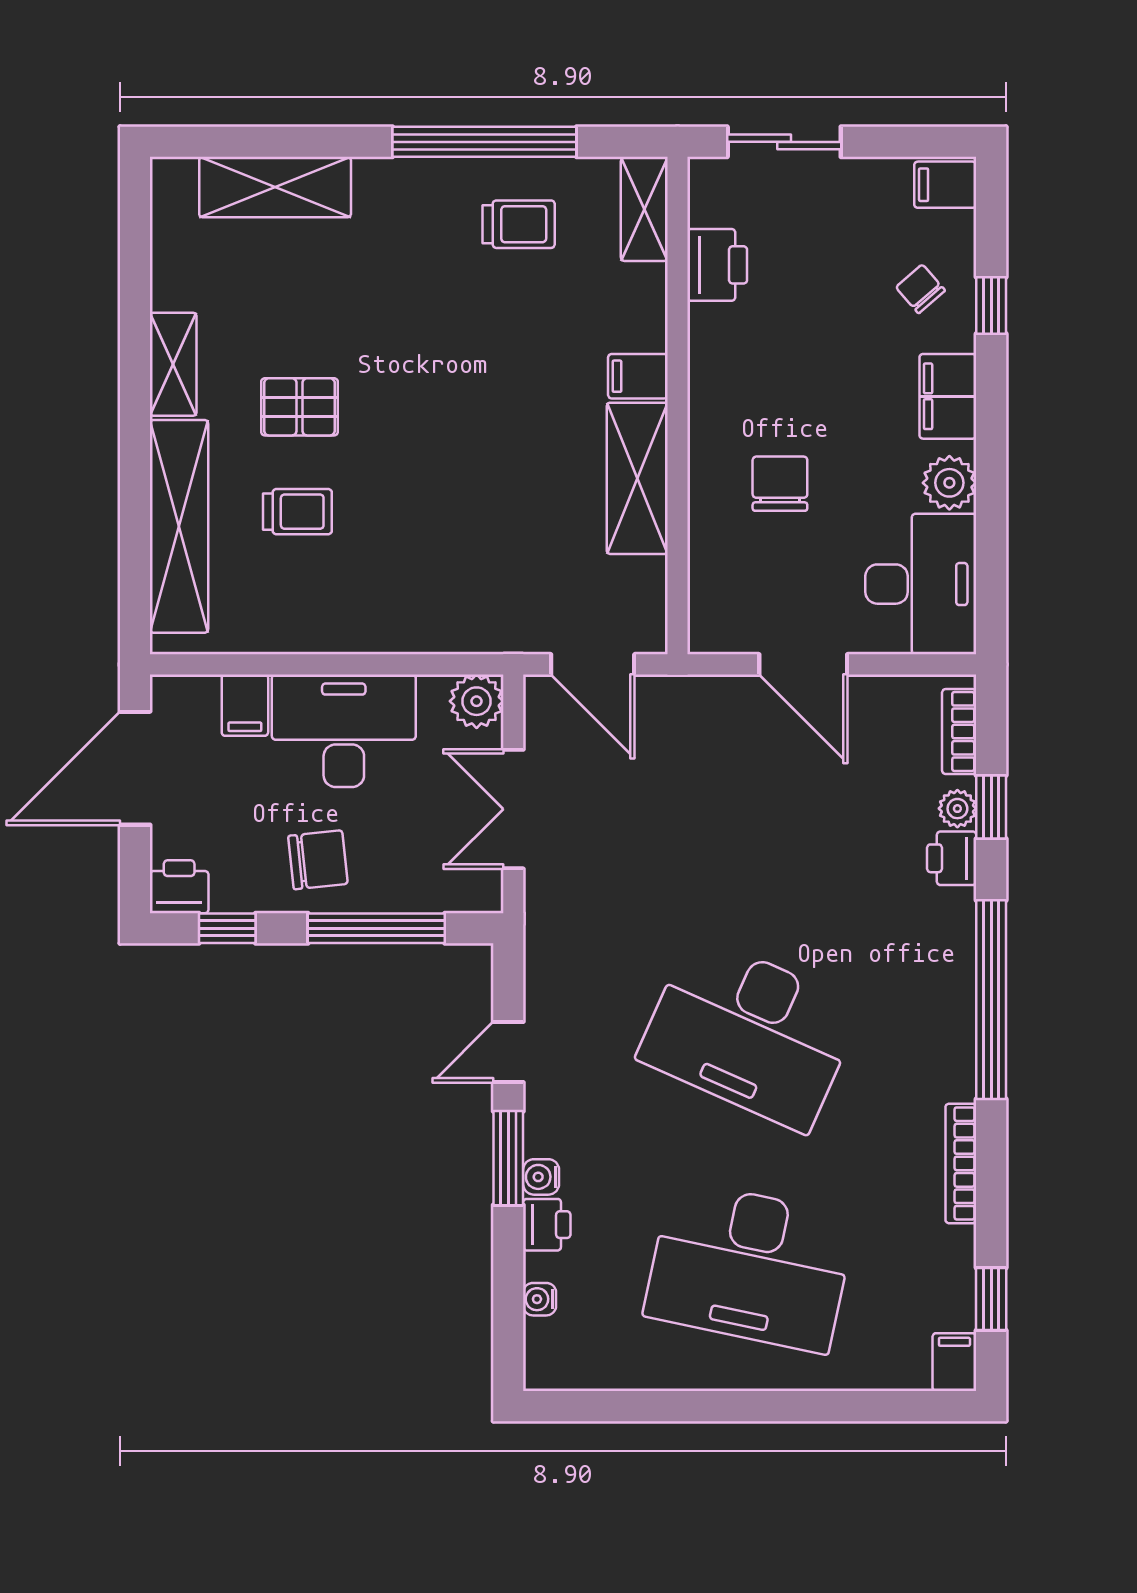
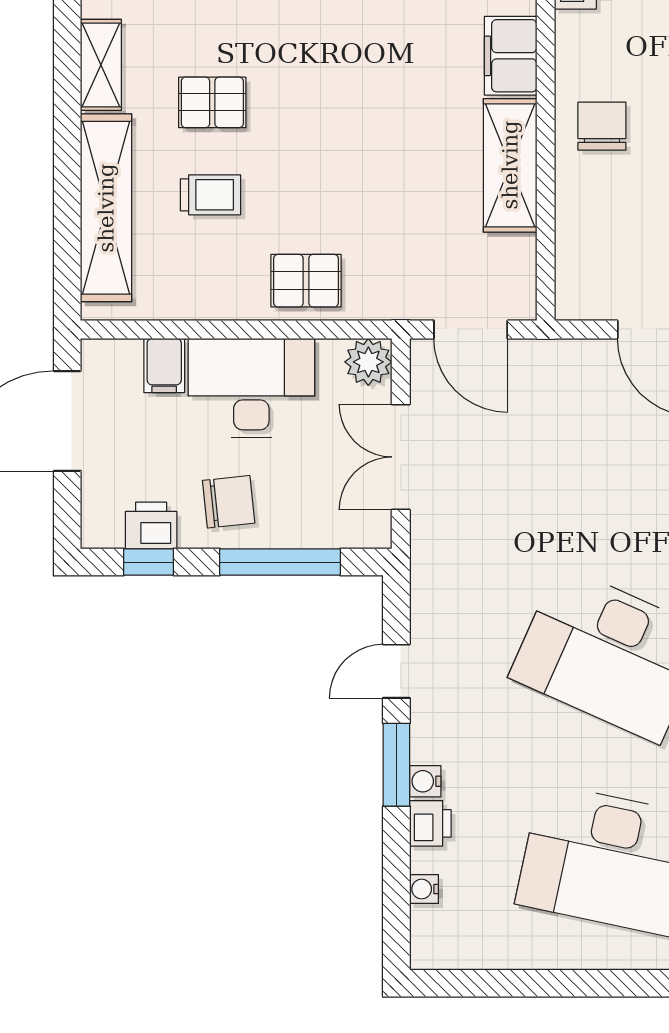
filing cabinet: (638, 376) -> (511, 56), width x2.00
chair: (780, 484) -> (602, 126), moved
pallet: (406, 609) -> (306, 281), added
printer: (179, 887) -> (151, 525), moved

